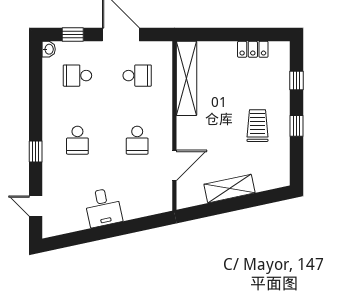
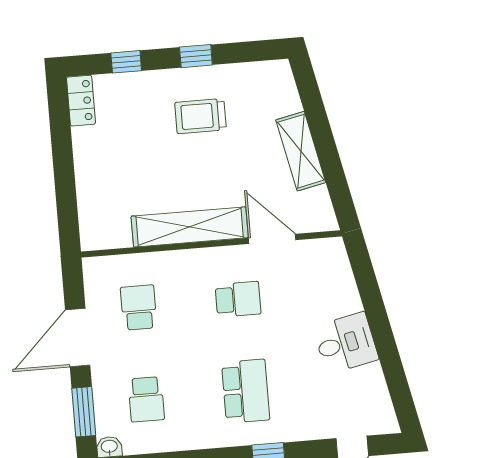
window: (73, 35) -> (84, 412), width x1.50
locker: (253, 49) -> (81, 101), moved
shelving: (186, 78) -> (190, 227), moved
school desk: (77, 140) -> (246, 391), width x1.85

